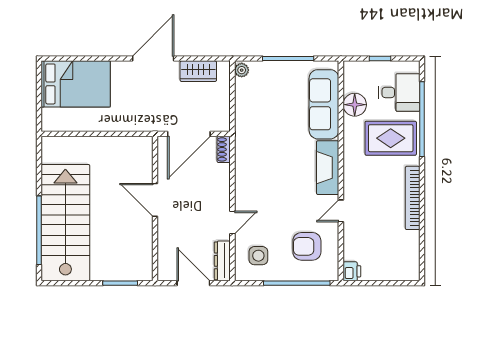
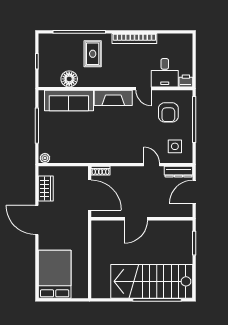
desk: (399, 92) -> (165, 73), moved, turned 180
rug: (391, 138) -> (93, 54), width x0.73, depth x0.70

